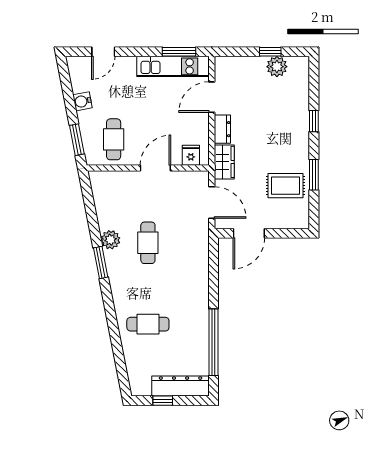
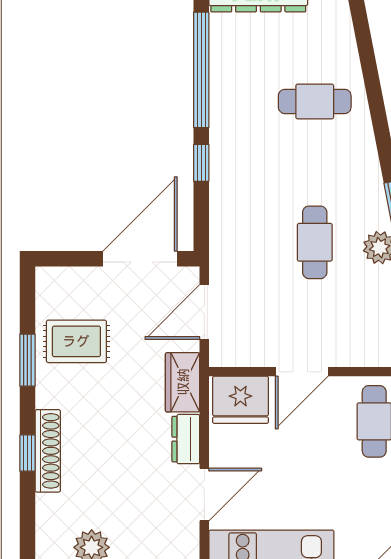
shoe rack: (302, 122) -> (48, 451), added
fridge: (191, 155) -> (240, 400), width x1.88, depth x1.34
door: (212, 202) -> (204, 312), hinge flipped
door: (249, 233) -> (140, 259), width x1.36
window: (213, 289) -> (201, 163), added

